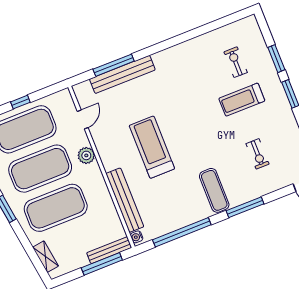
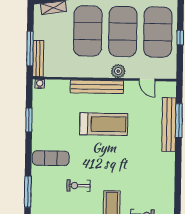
exercise bike: (258, 154) -> (79, 186), moved
bench: (125, 200) -> (97, 87), moved
window: (245, 207) -> (28, 192), moved
window: (182, 232) -> (29, 120), width x0.47

